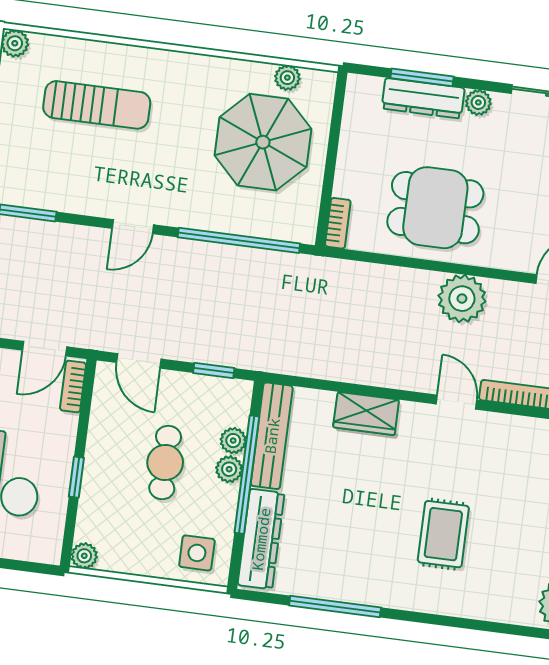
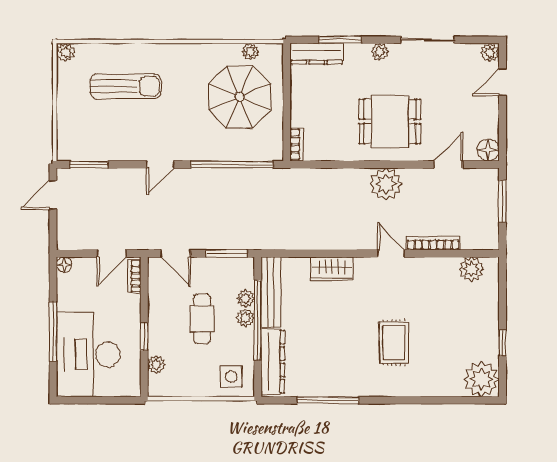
dresser: (423, 98) -> (317, 54), moved
dining table: (435, 208) -> (390, 121), moved
window: (214, 371) -> (227, 253), width x1.50
plant: (84, 556) -> (156, 364), moved

